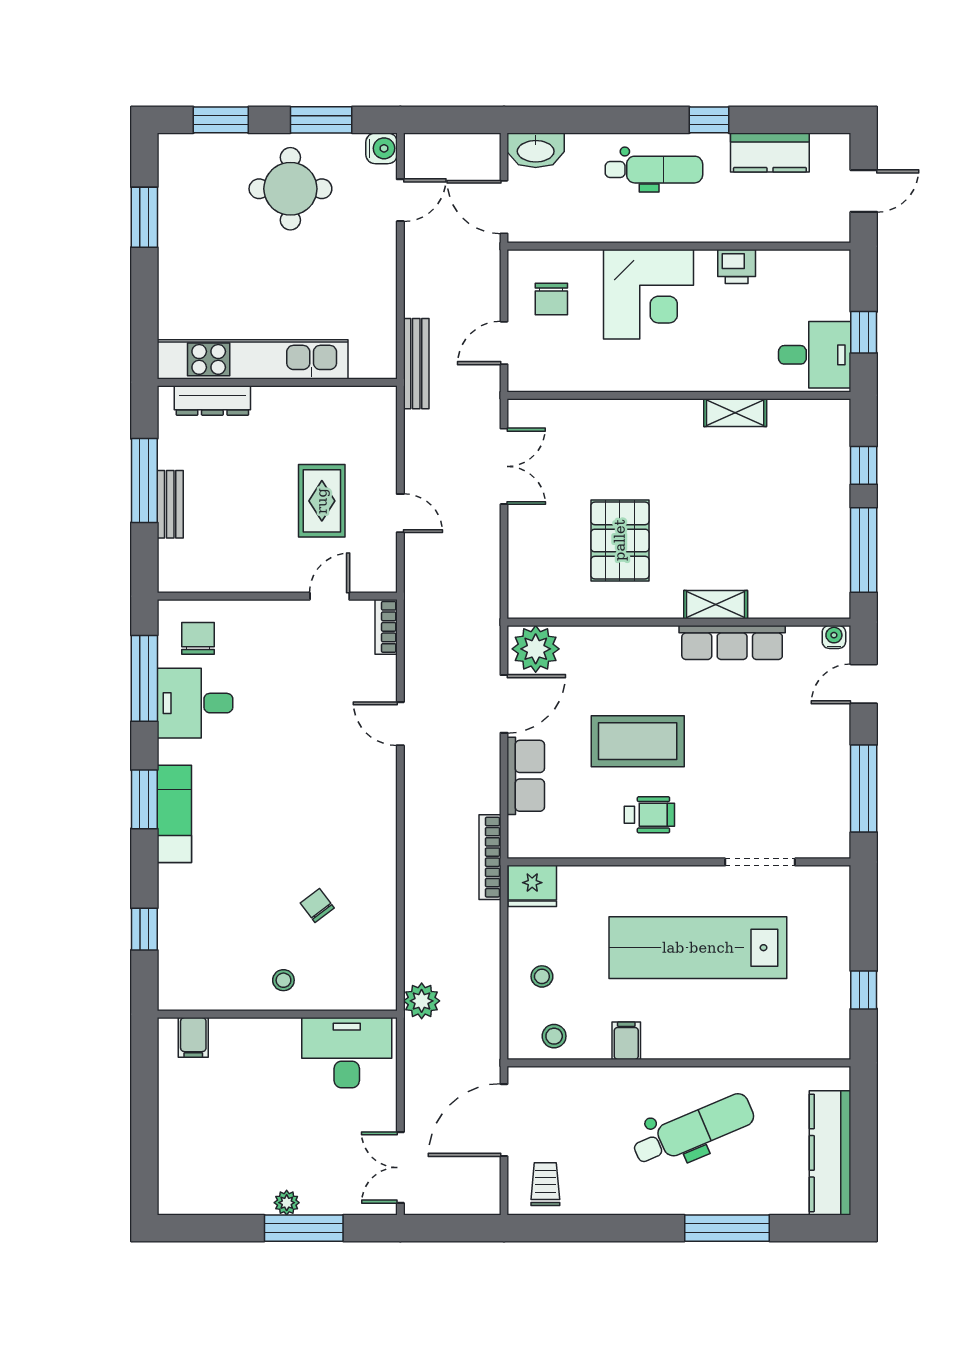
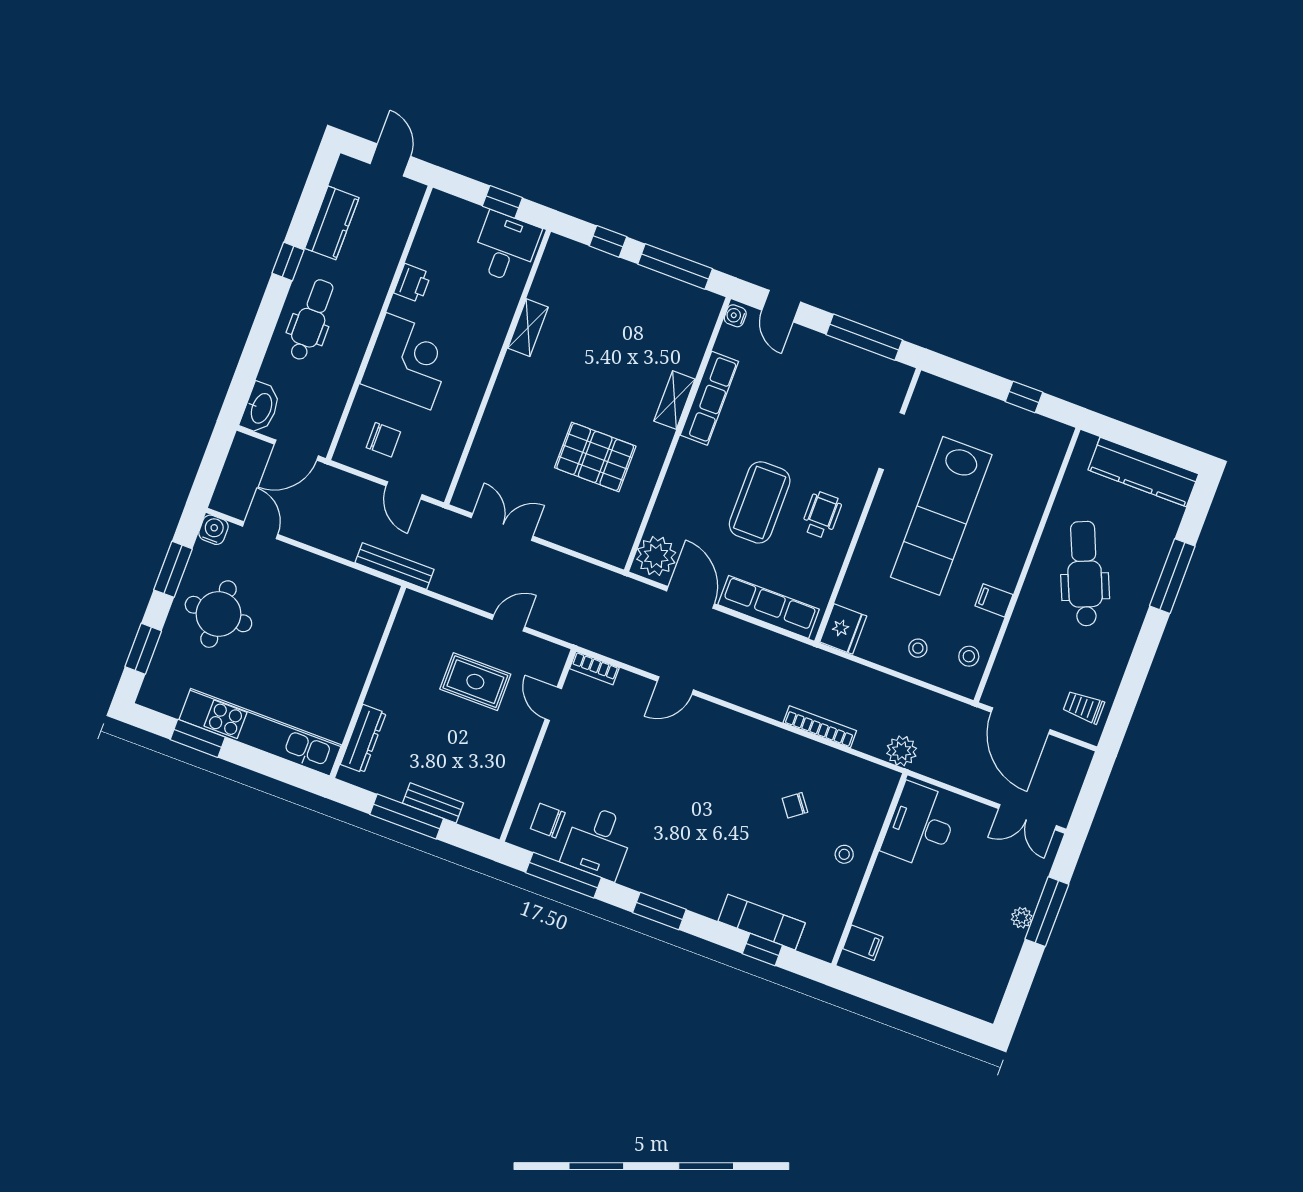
kitchen unit: (253, 359) -> (260, 732), moved, turned 90
row of seats: (526, 776) -> (769, 607), width x1.48
exam couch: (174, 814) -> (762, 922), moved
bookcase: (490, 857) -> (820, 727), moved, turned 180

